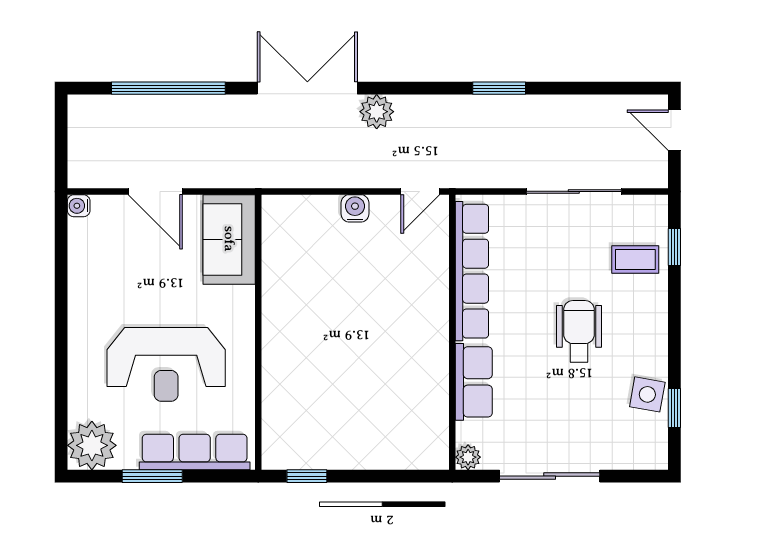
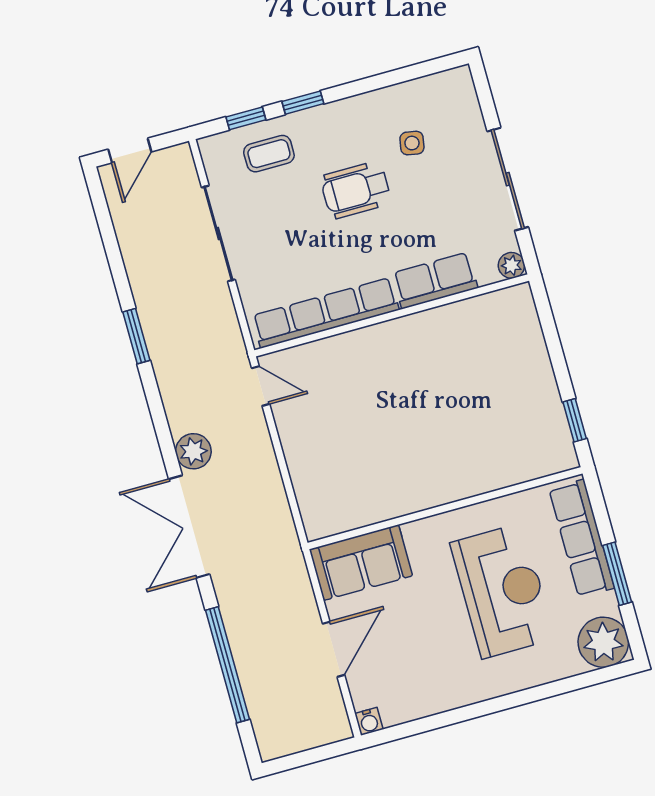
water cooler: (355, 208) -> (295, 446), removed
coffee table: (635, 259) -> (269, 154), turned 90
side table: (647, 394) -> (412, 143), moved, width x0.73, depth x0.73
window: (674, 408) -> (303, 103), moved

